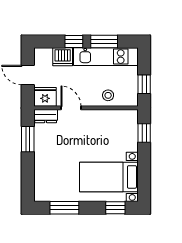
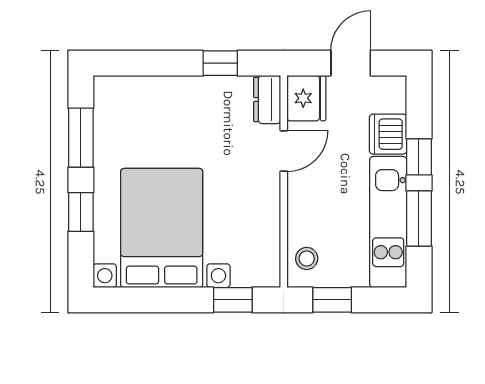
stool: (108, 95) -> (307, 258), moved
window: (28, 139) -> (220, 63), width x0.67
bed with nightstands: (109, 177) -> (162, 228), width x1.36
window: (115, 208) -> (81, 212), moved

